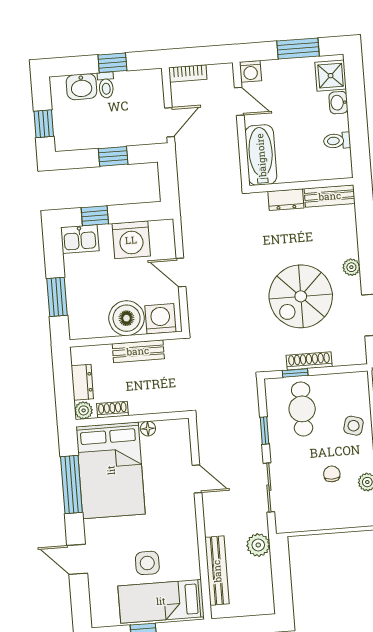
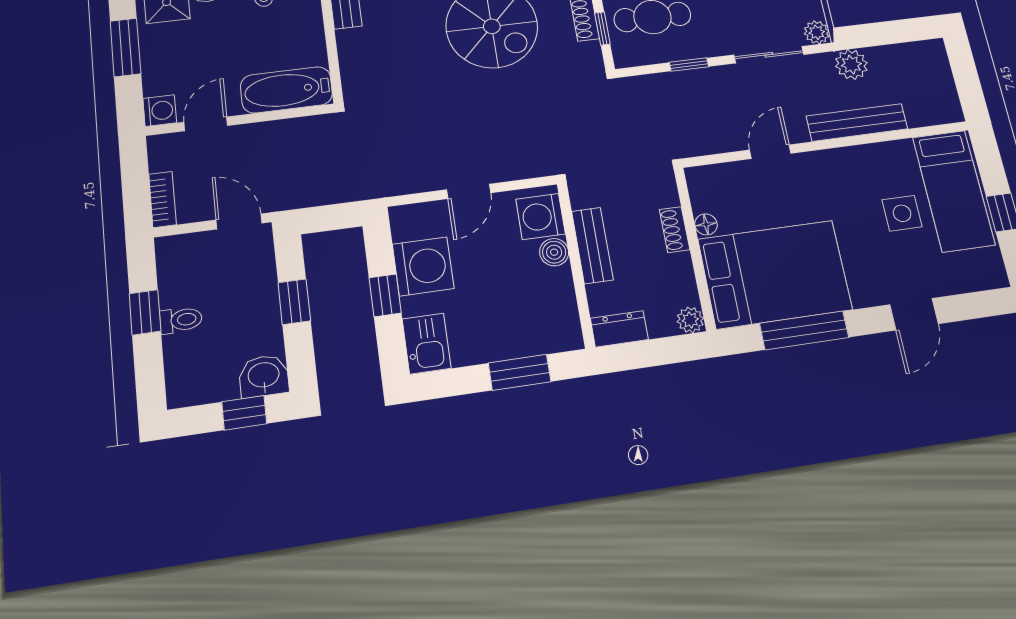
washbasin: (81, 87) -> (264, 376), moved, turned -90
dresser: (286, 200) -> (352, 53), removed
window: (95, 216) -> (385, 295), moved
boiler: (127, 318) -> (554, 252), width x0.54, depth x0.54
dresser: (82, 382) -> (619, 329), moved
shoe rack: (113, 410) -> (675, 230), moved
plant: (284, 524) -> (817, 32), added
bench: (217, 571) -> (857, 122), moved

